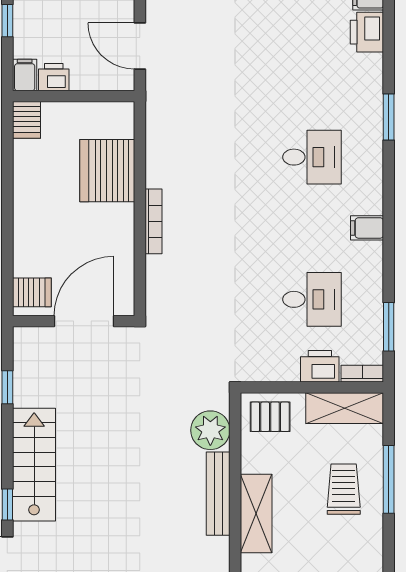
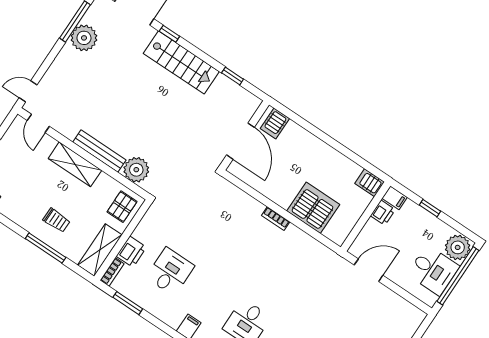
bookcase: (153, 221) -> (276, 219), width x0.64
desk: (312, 299) -> (170, 272), turned 180
trolley: (344, 489) -> (56, 220), width x0.73, depth x0.72

